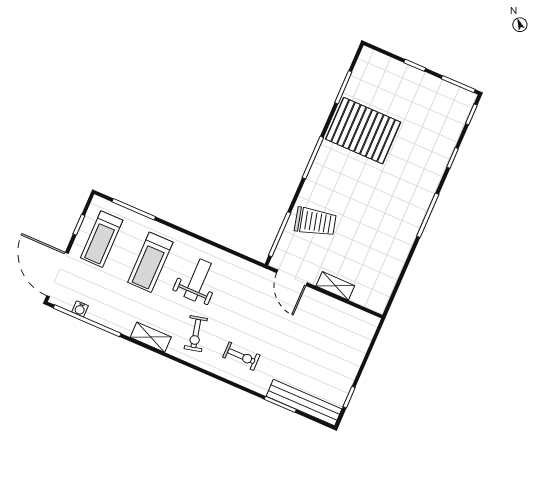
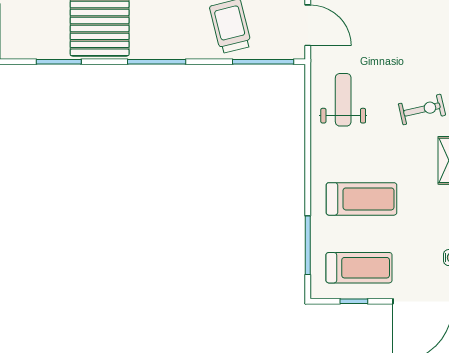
door: (292, 278) -> (308, 25), hinge flipped
weight bench: (198, 280) -> (343, 100), moved, turned 90
exercise bike: (241, 356) -> (425, 45), removed

